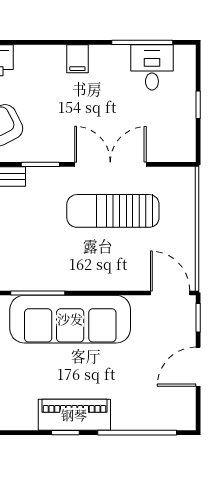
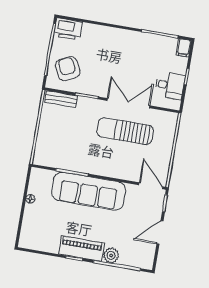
filing cabinet: (77, 59) -> (184, 48), moved
desk: (152, 67) -> (170, 85), moved, turned 90
plant: (125, 418) -> (111, 255), added

